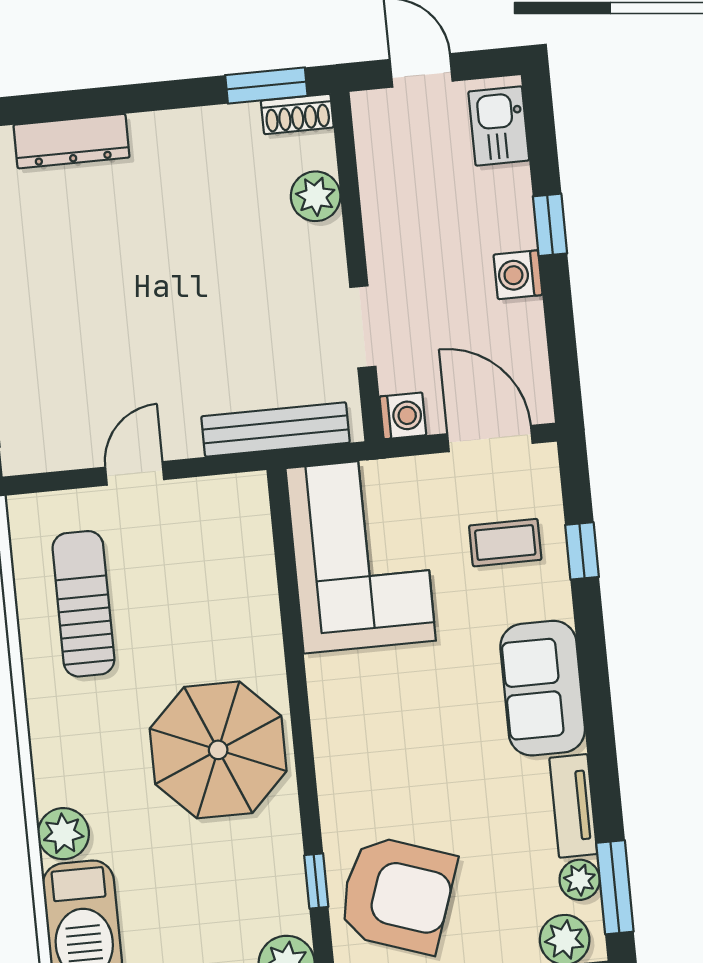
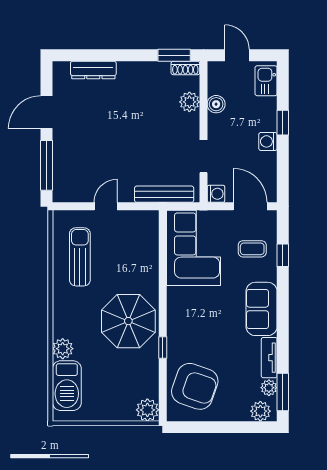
boiler: (382, 196) -> (216, 104), added
window: (316, 881) -> (163, 348), moved

